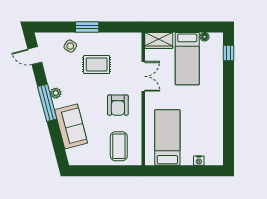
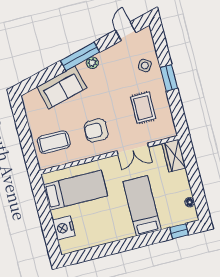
bed: (187, 59) -> (142, 206), moved, turned 90
rug: (97, 64) -> (143, 108), moved
nightstand: (199, 161) -> (64, 228), width x1.89, depth x1.79

